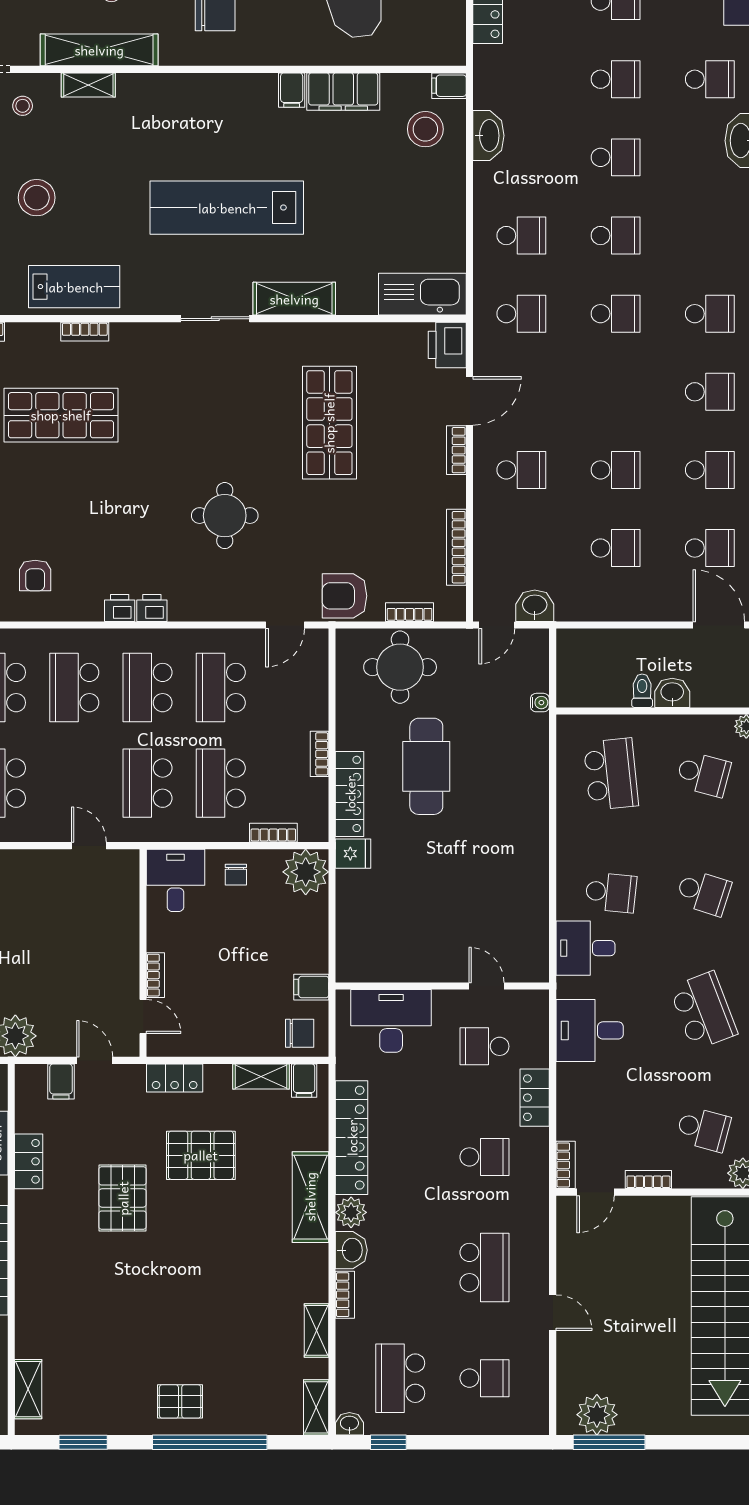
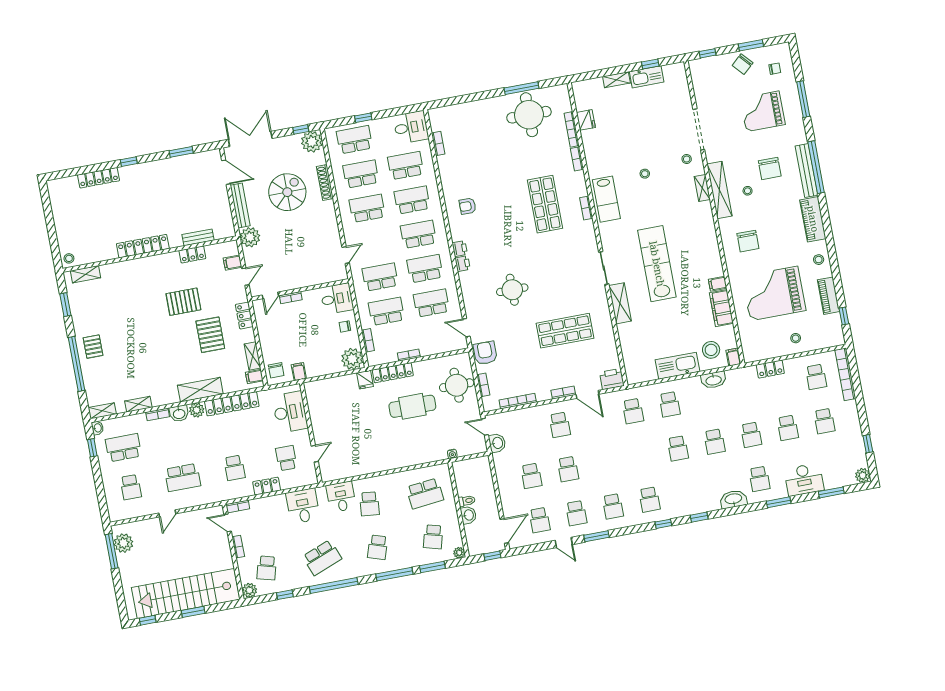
stool: (37, 198) -> (645, 174), width x0.53, depth x0.53
kitchen sink: (422, 294) -> (678, 366), moved, turned -90
school desk: (616, 314) -> (641, 455), removed

